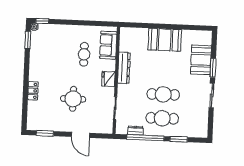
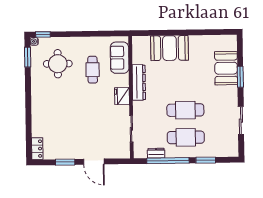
booth: (165, 40) -> (170, 48), moved
locker: (33, 91) -> (37, 149), moved
sliding door: (212, 95) -> (241, 121), moved
round table: (73, 99) -> (58, 64), moved
window: (45, 133) -> (65, 162), moved

